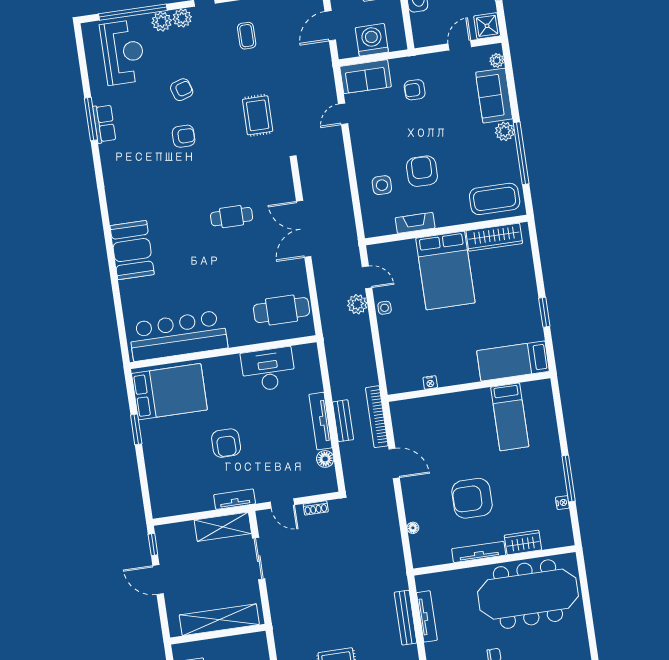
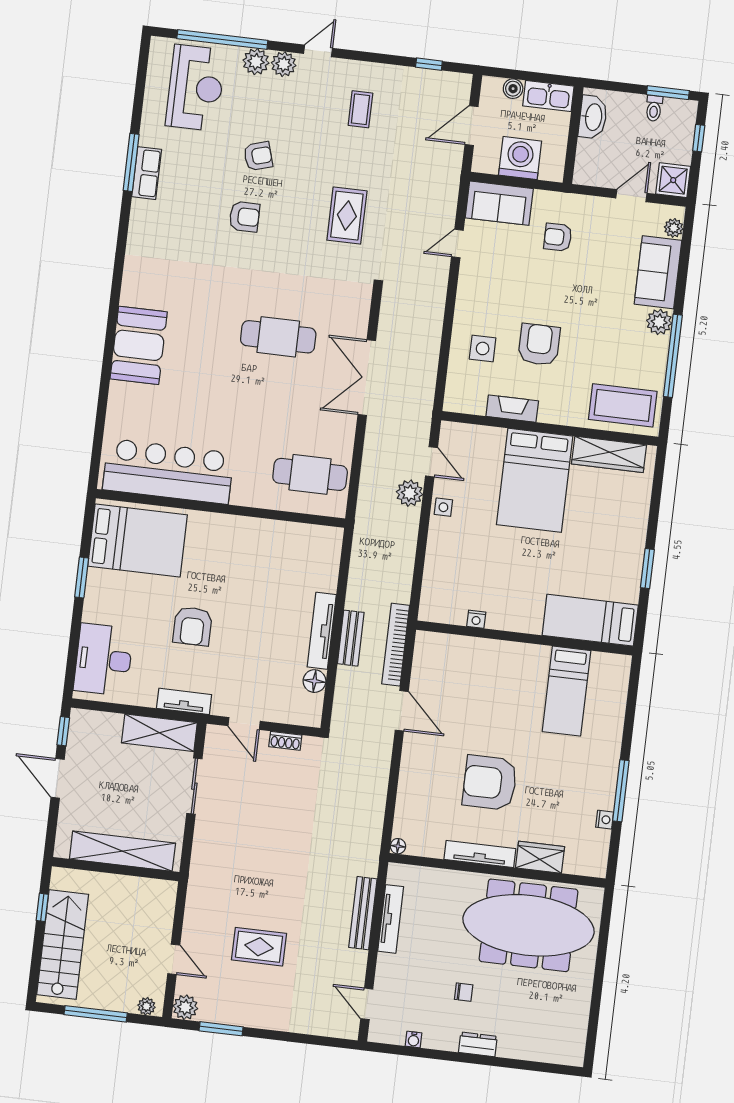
cafe table: (232, 217) -> (278, 337), width x1.37, depth x1.35
desk: (268, 369) -> (103, 660), moved, turned -90
floor lamp: (413, 528) -> (398, 846), moved

